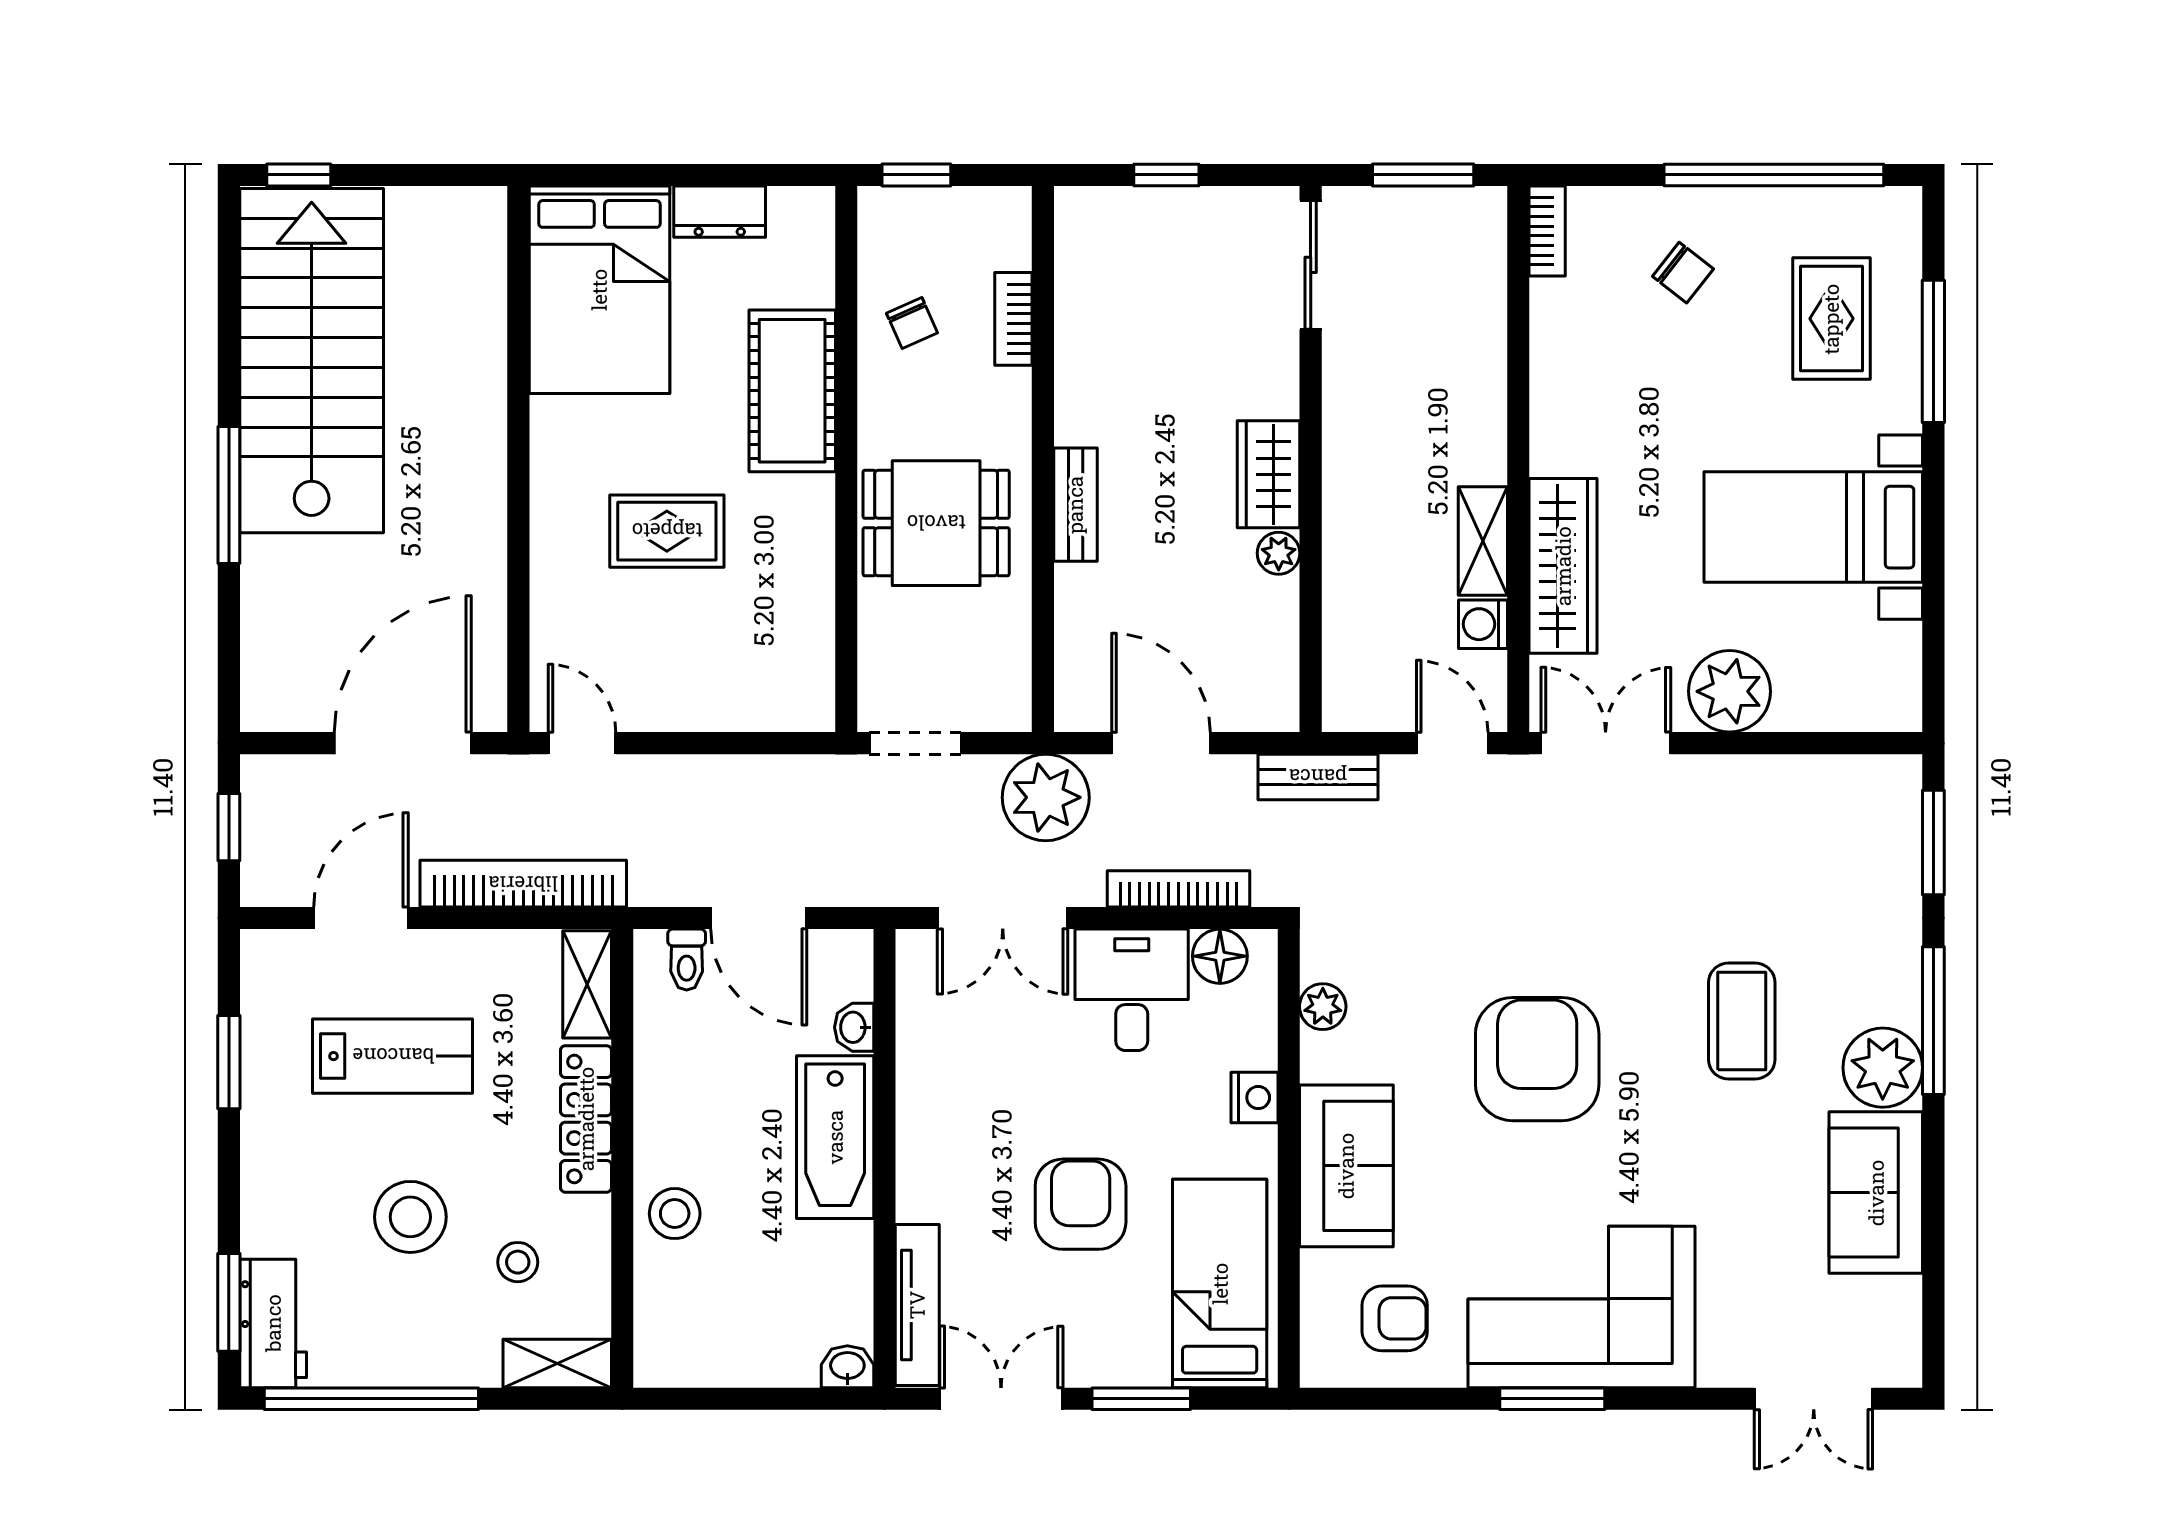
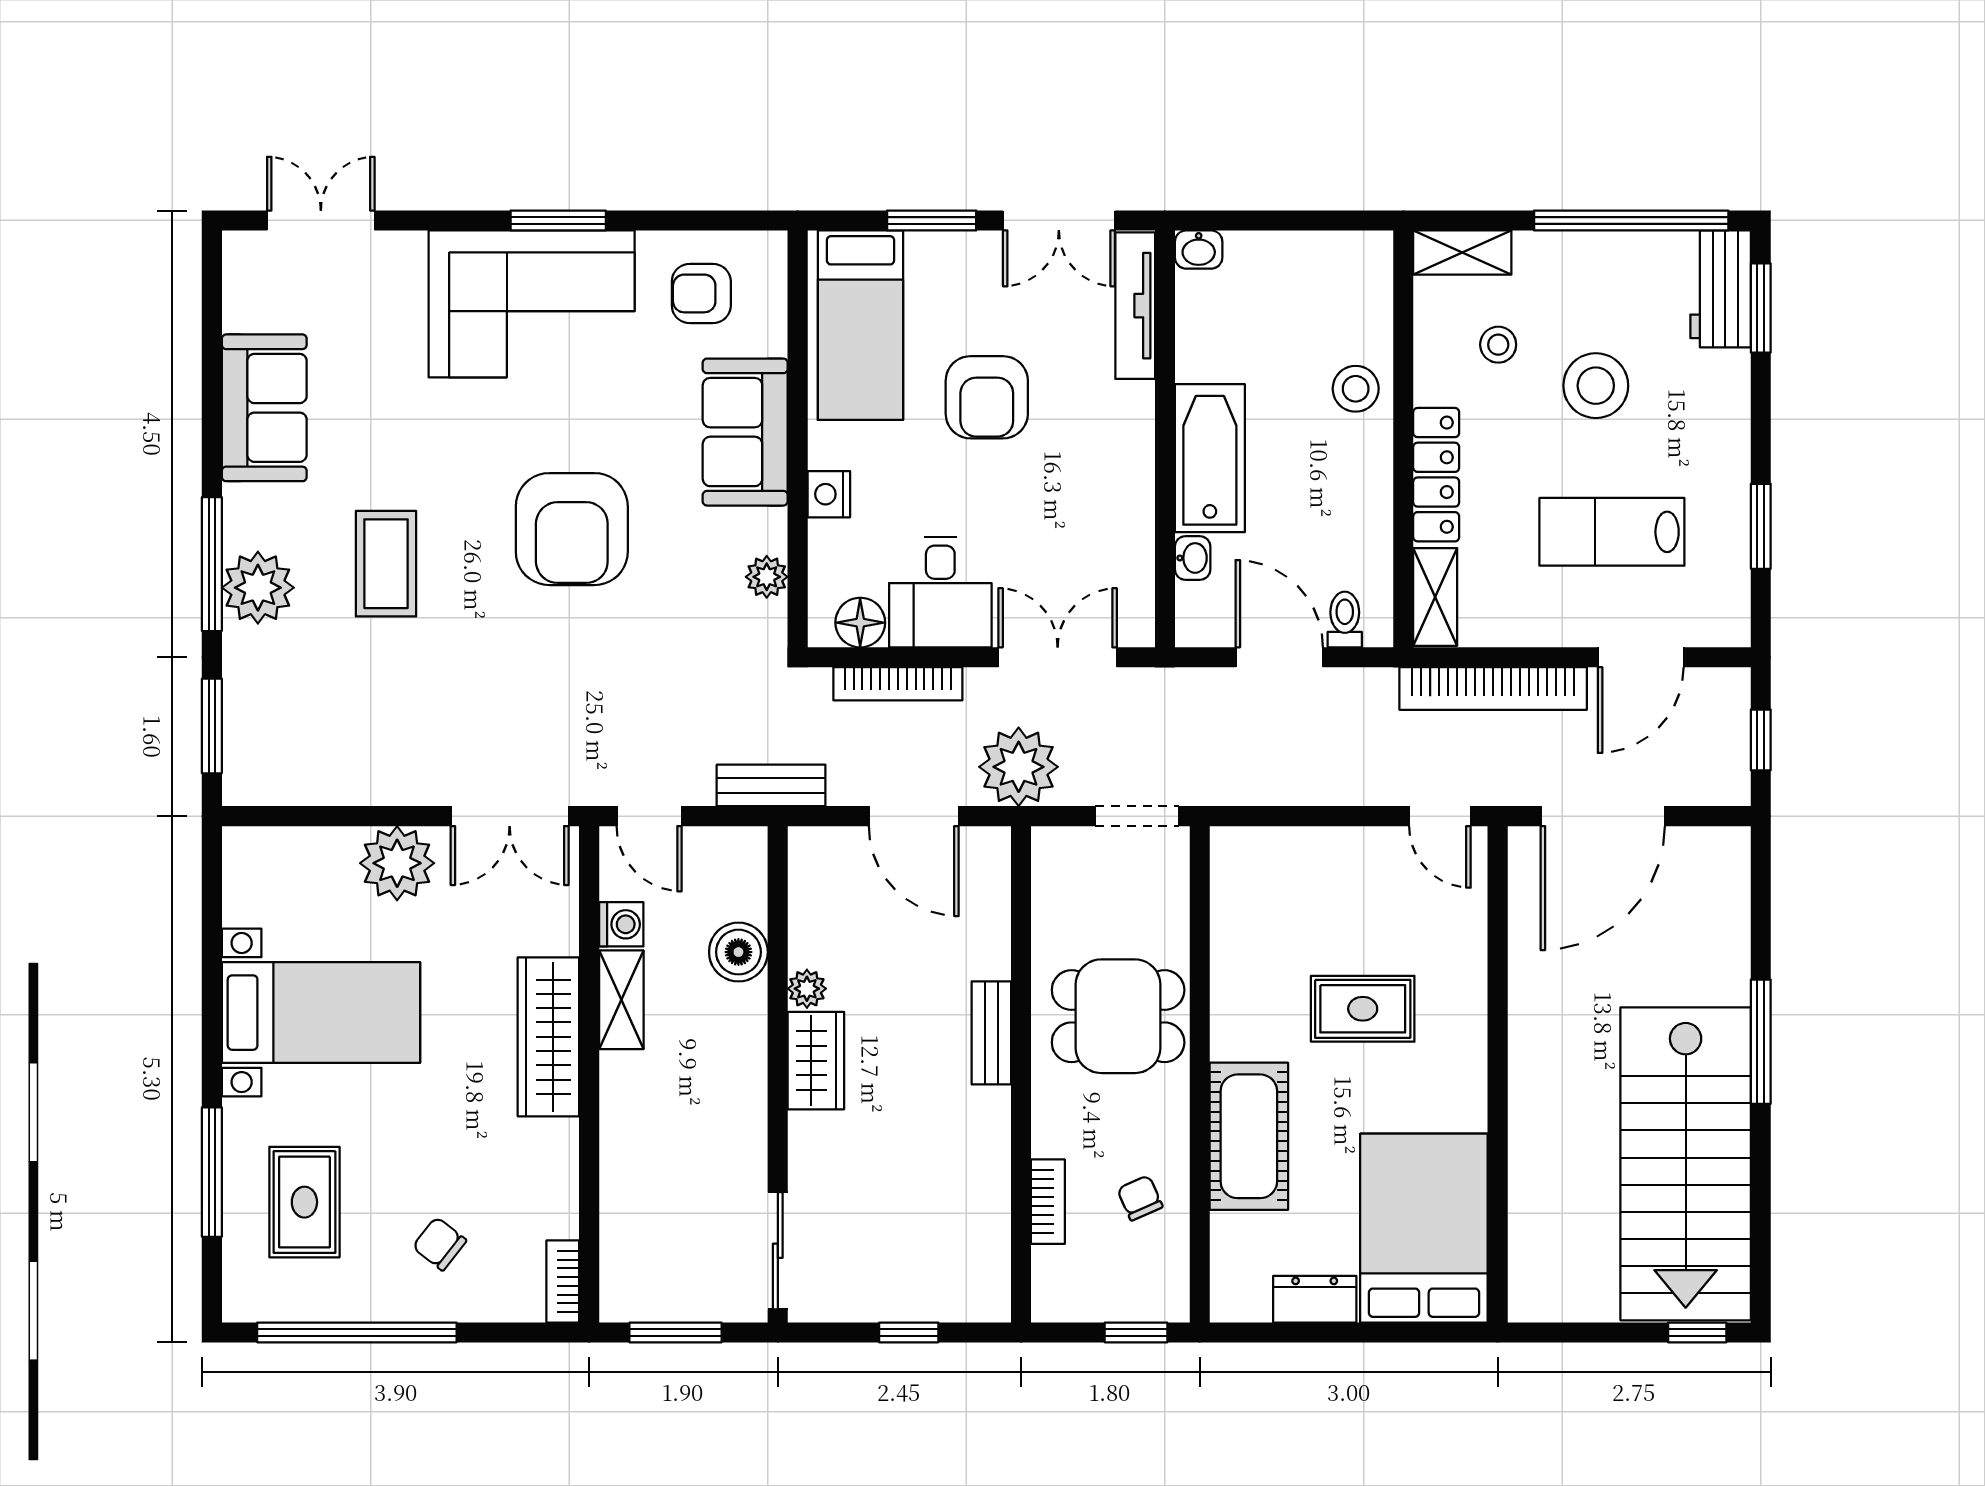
wardrobe: (1563, 566) -> (548, 1037), moved
boiler: (1354, 594) -> (738, 952), added
plant: (1883, 1068) -> (258, 588), moved

